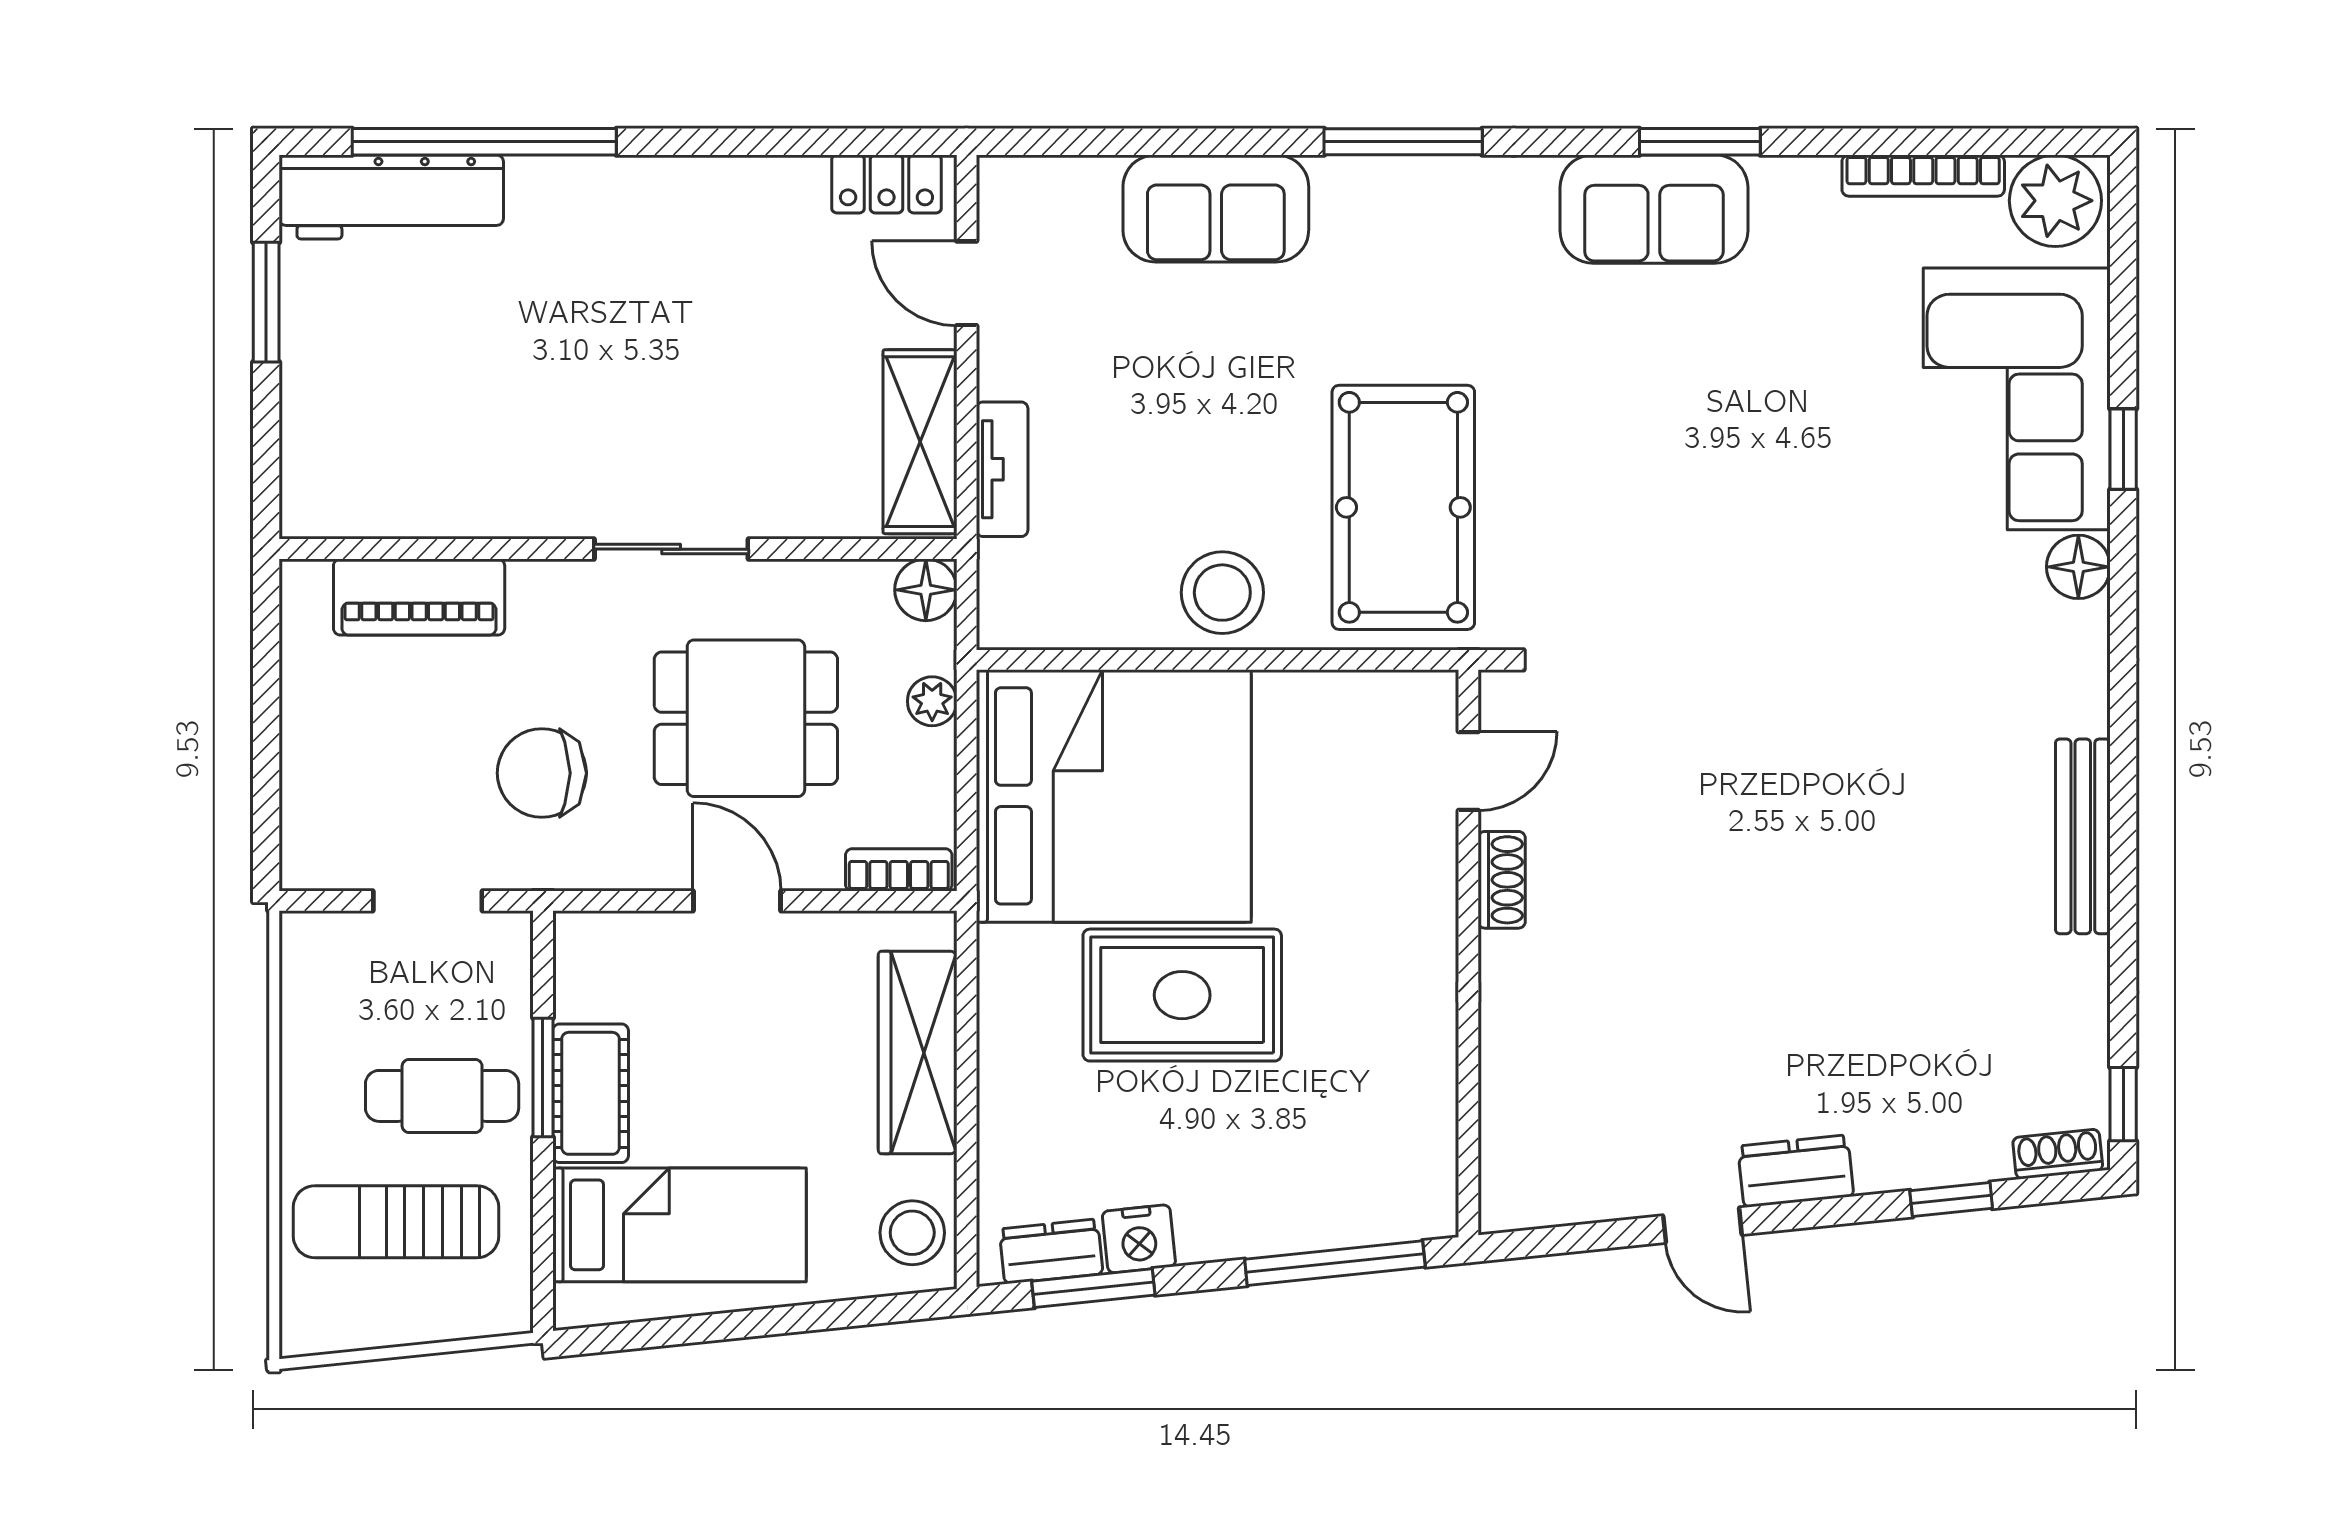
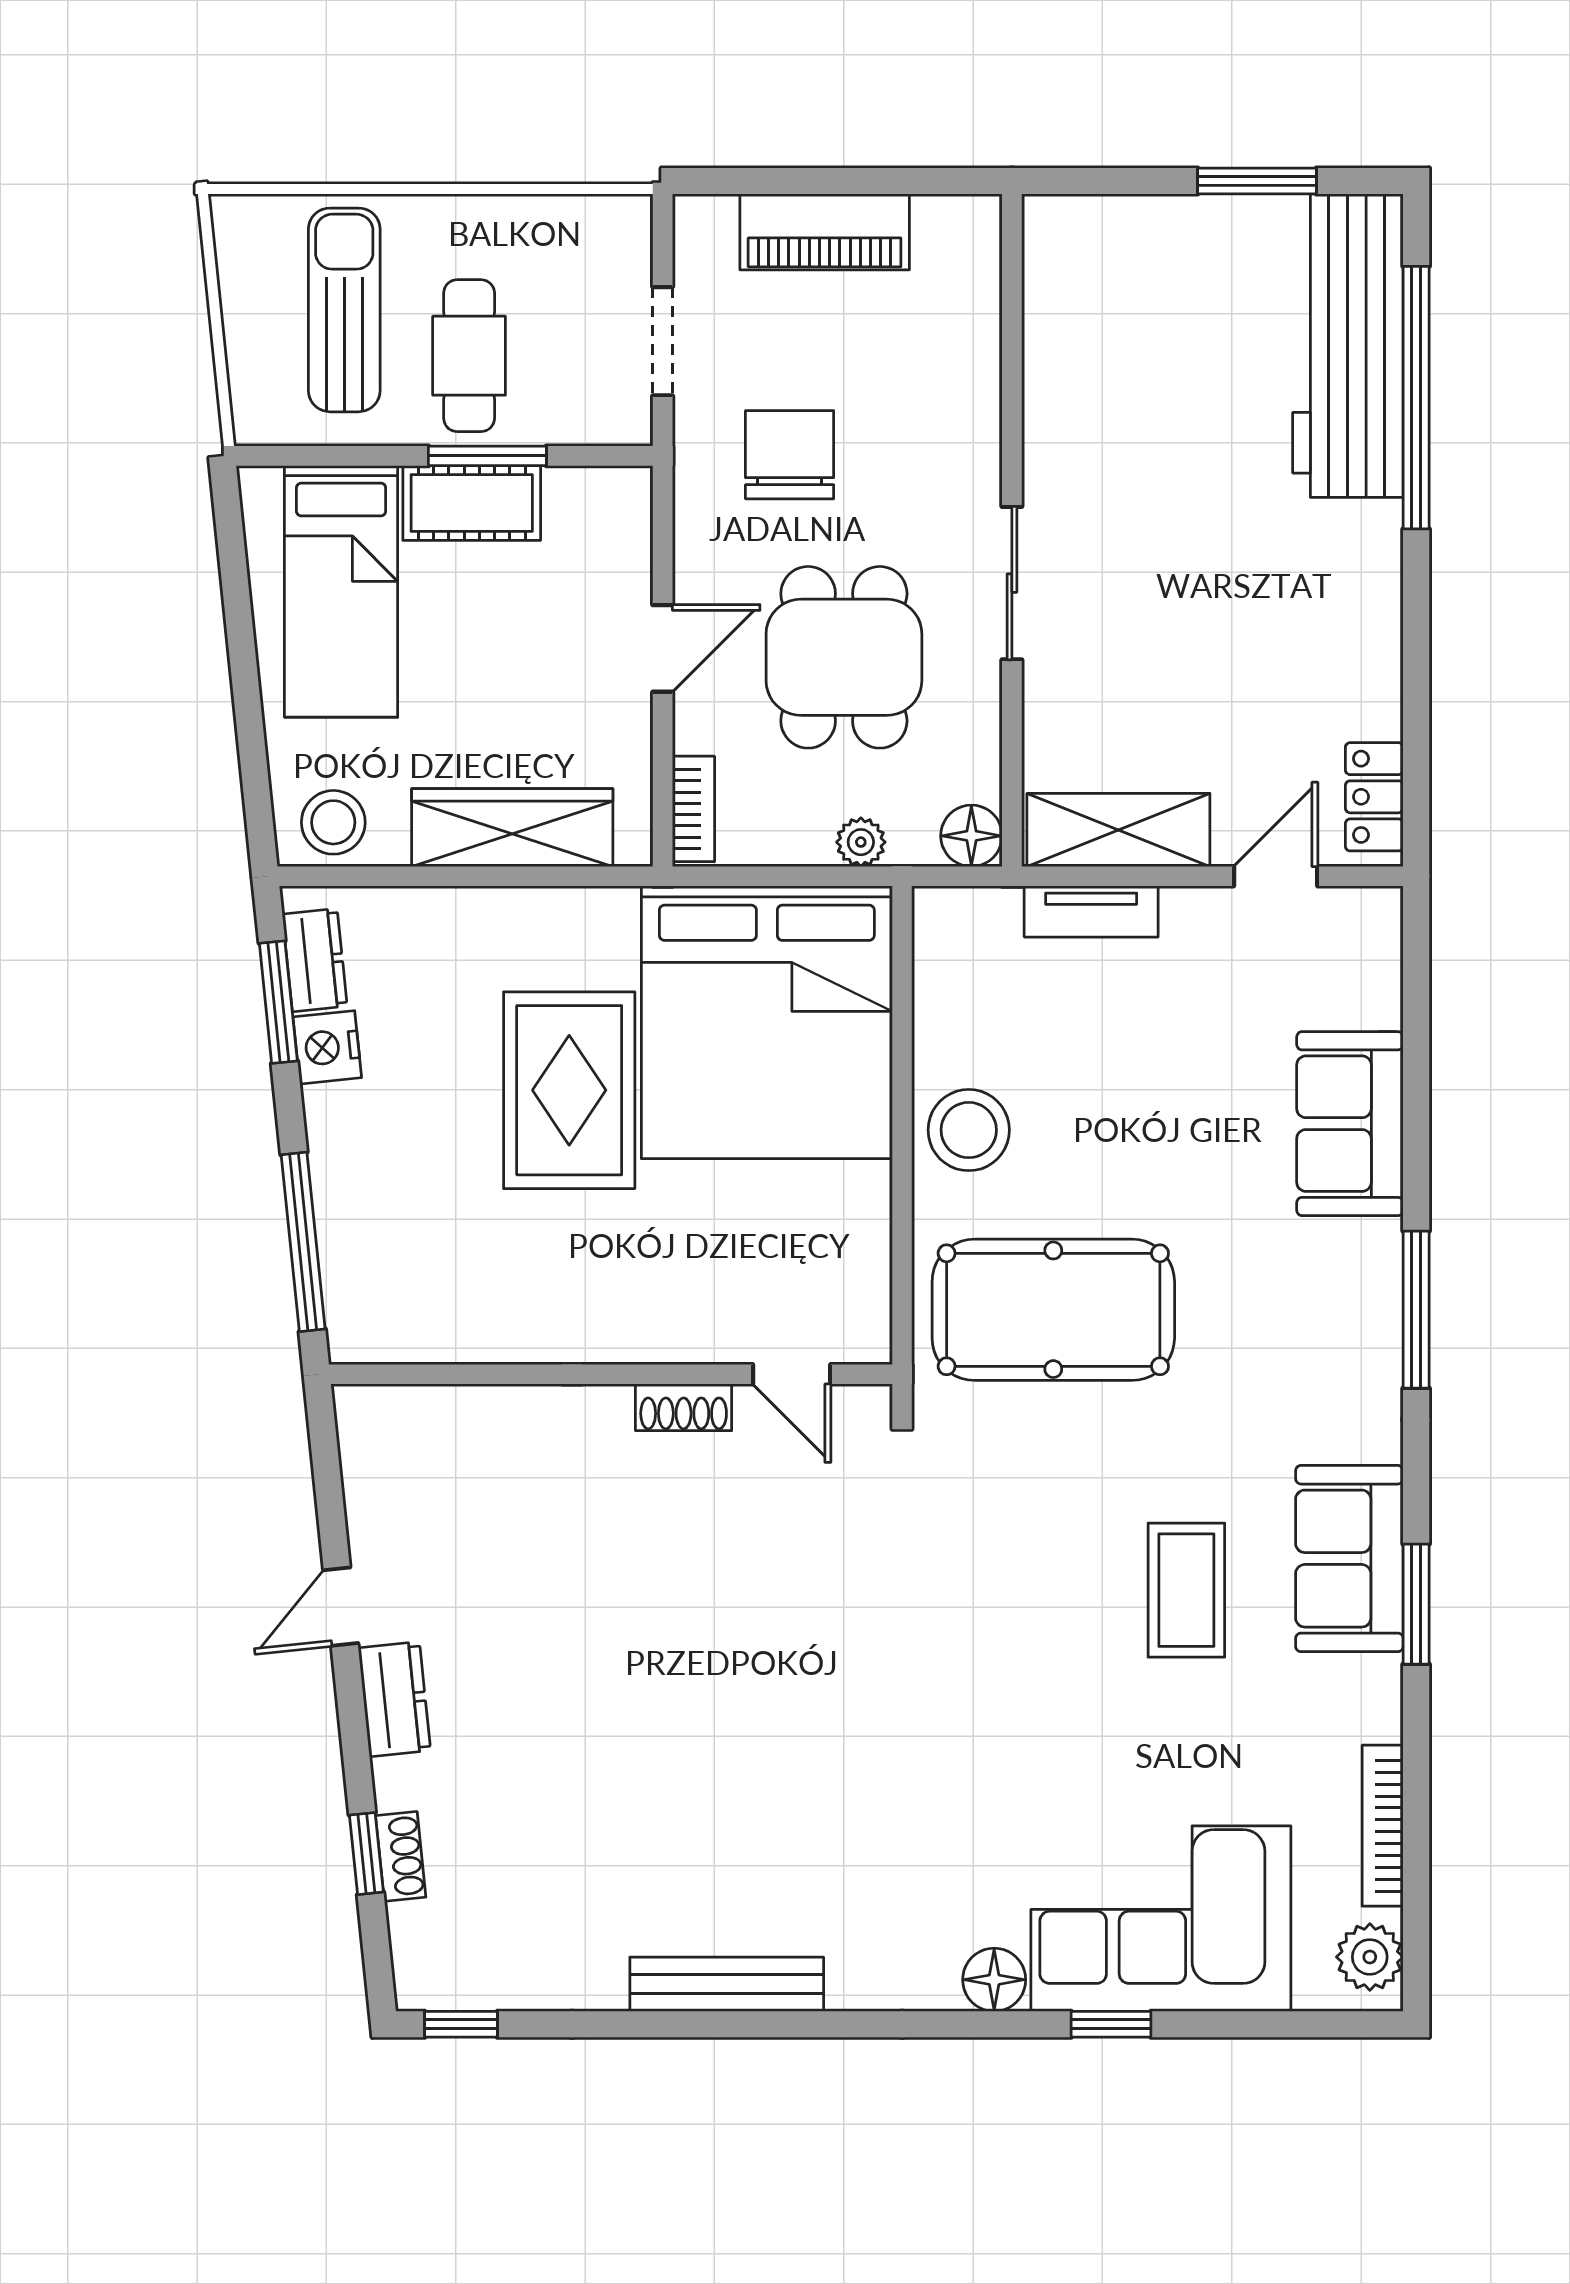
workbench: (391, 197) -> (1348, 346), width x1.36, depth x1.32
plant: (2055, 201) -> (1370, 1957), width x0.73, depth x0.73
coffee table: (1686, 373) -> (1186, 1590), added
piano: (419, 597) -> (825, 232), moved, turned -90
shoe rack: (2058, 1154) -> (401, 1856), moved

